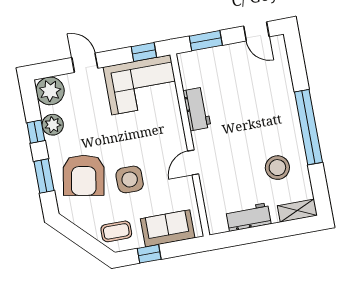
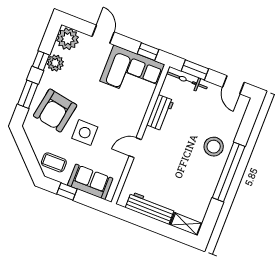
bicycle: (204, 57) -> (187, 80), added
stool: (277, 168) -> (214, 147), moved
workbench: (248, 217) -> (150, 208), width x1.38

